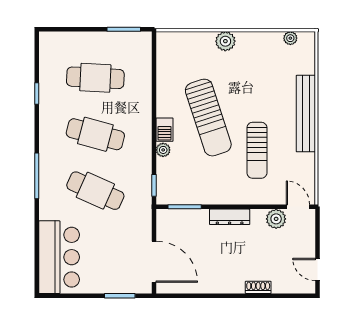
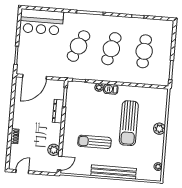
sun lounger: (208, 118) -> (129, 123), moved, turned -72
dresser: (230, 217) -> (58, 111), moved

